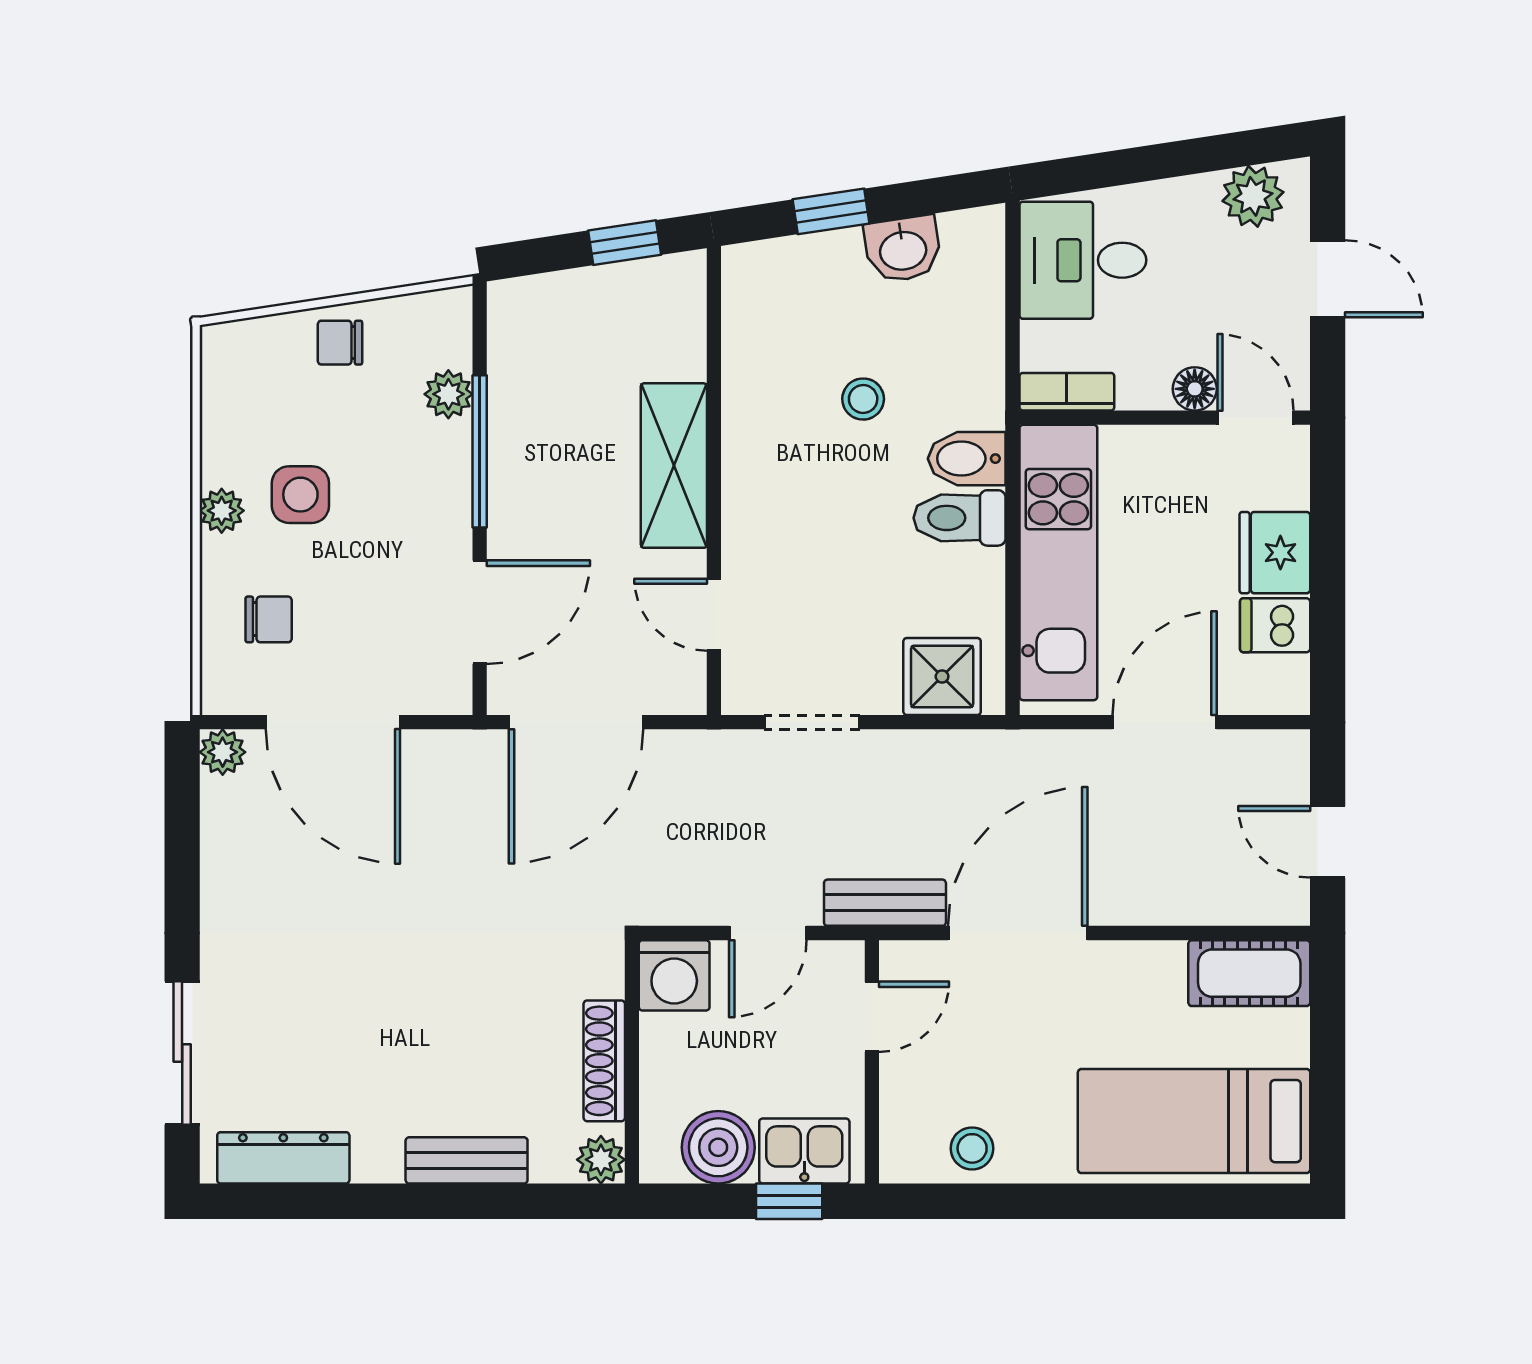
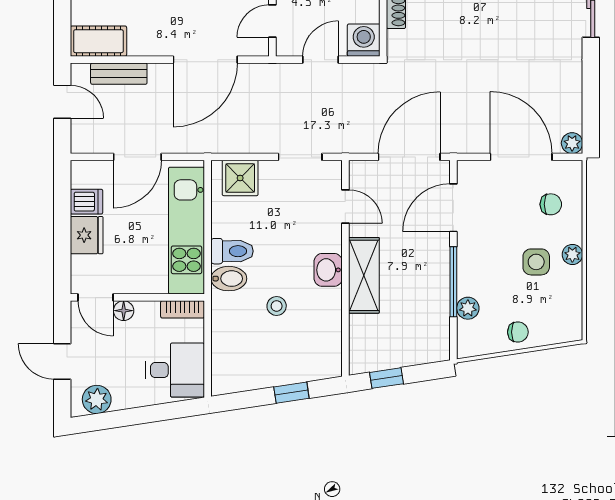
washbasin: (903, 249) -> (328, 270), moved, turned -81
chair: (269, 619) -> (551, 204), turned 180
bench: (885, 903) -> (119, 74), moved

